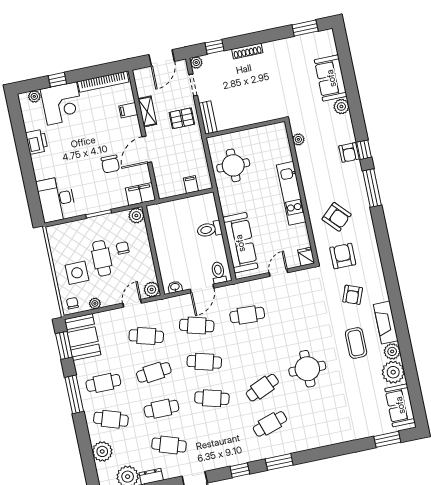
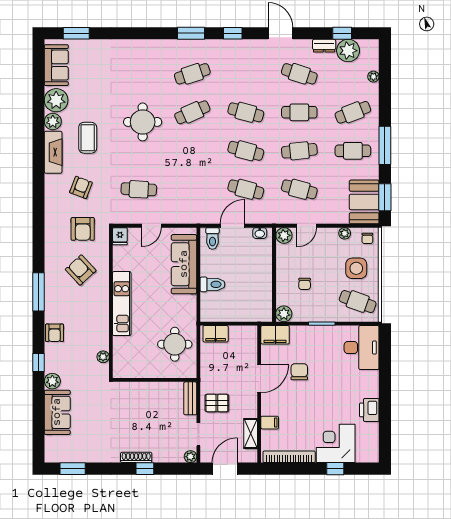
window: (214, 47) -> (145, 469), moved
plant: (34, 96) -> (362, 457), removed
shelving: (147, 112) -> (251, 433), moved
window: (364, 150) -> (38, 363), moved
armchair: (349, 152) -> (55, 333), turned 180
filing cabinet: (191, 185) -> (216, 334), width x2.00
cafe table: (102, 258) -> (358, 302), moved, turned -70
cafe table: (247, 315) -> (139, 189), moved
cafe table: (111, 419) -> (353, 112), turned -39
plant: (102, 451) -> (373, 77), width x0.53, depth x0.53

